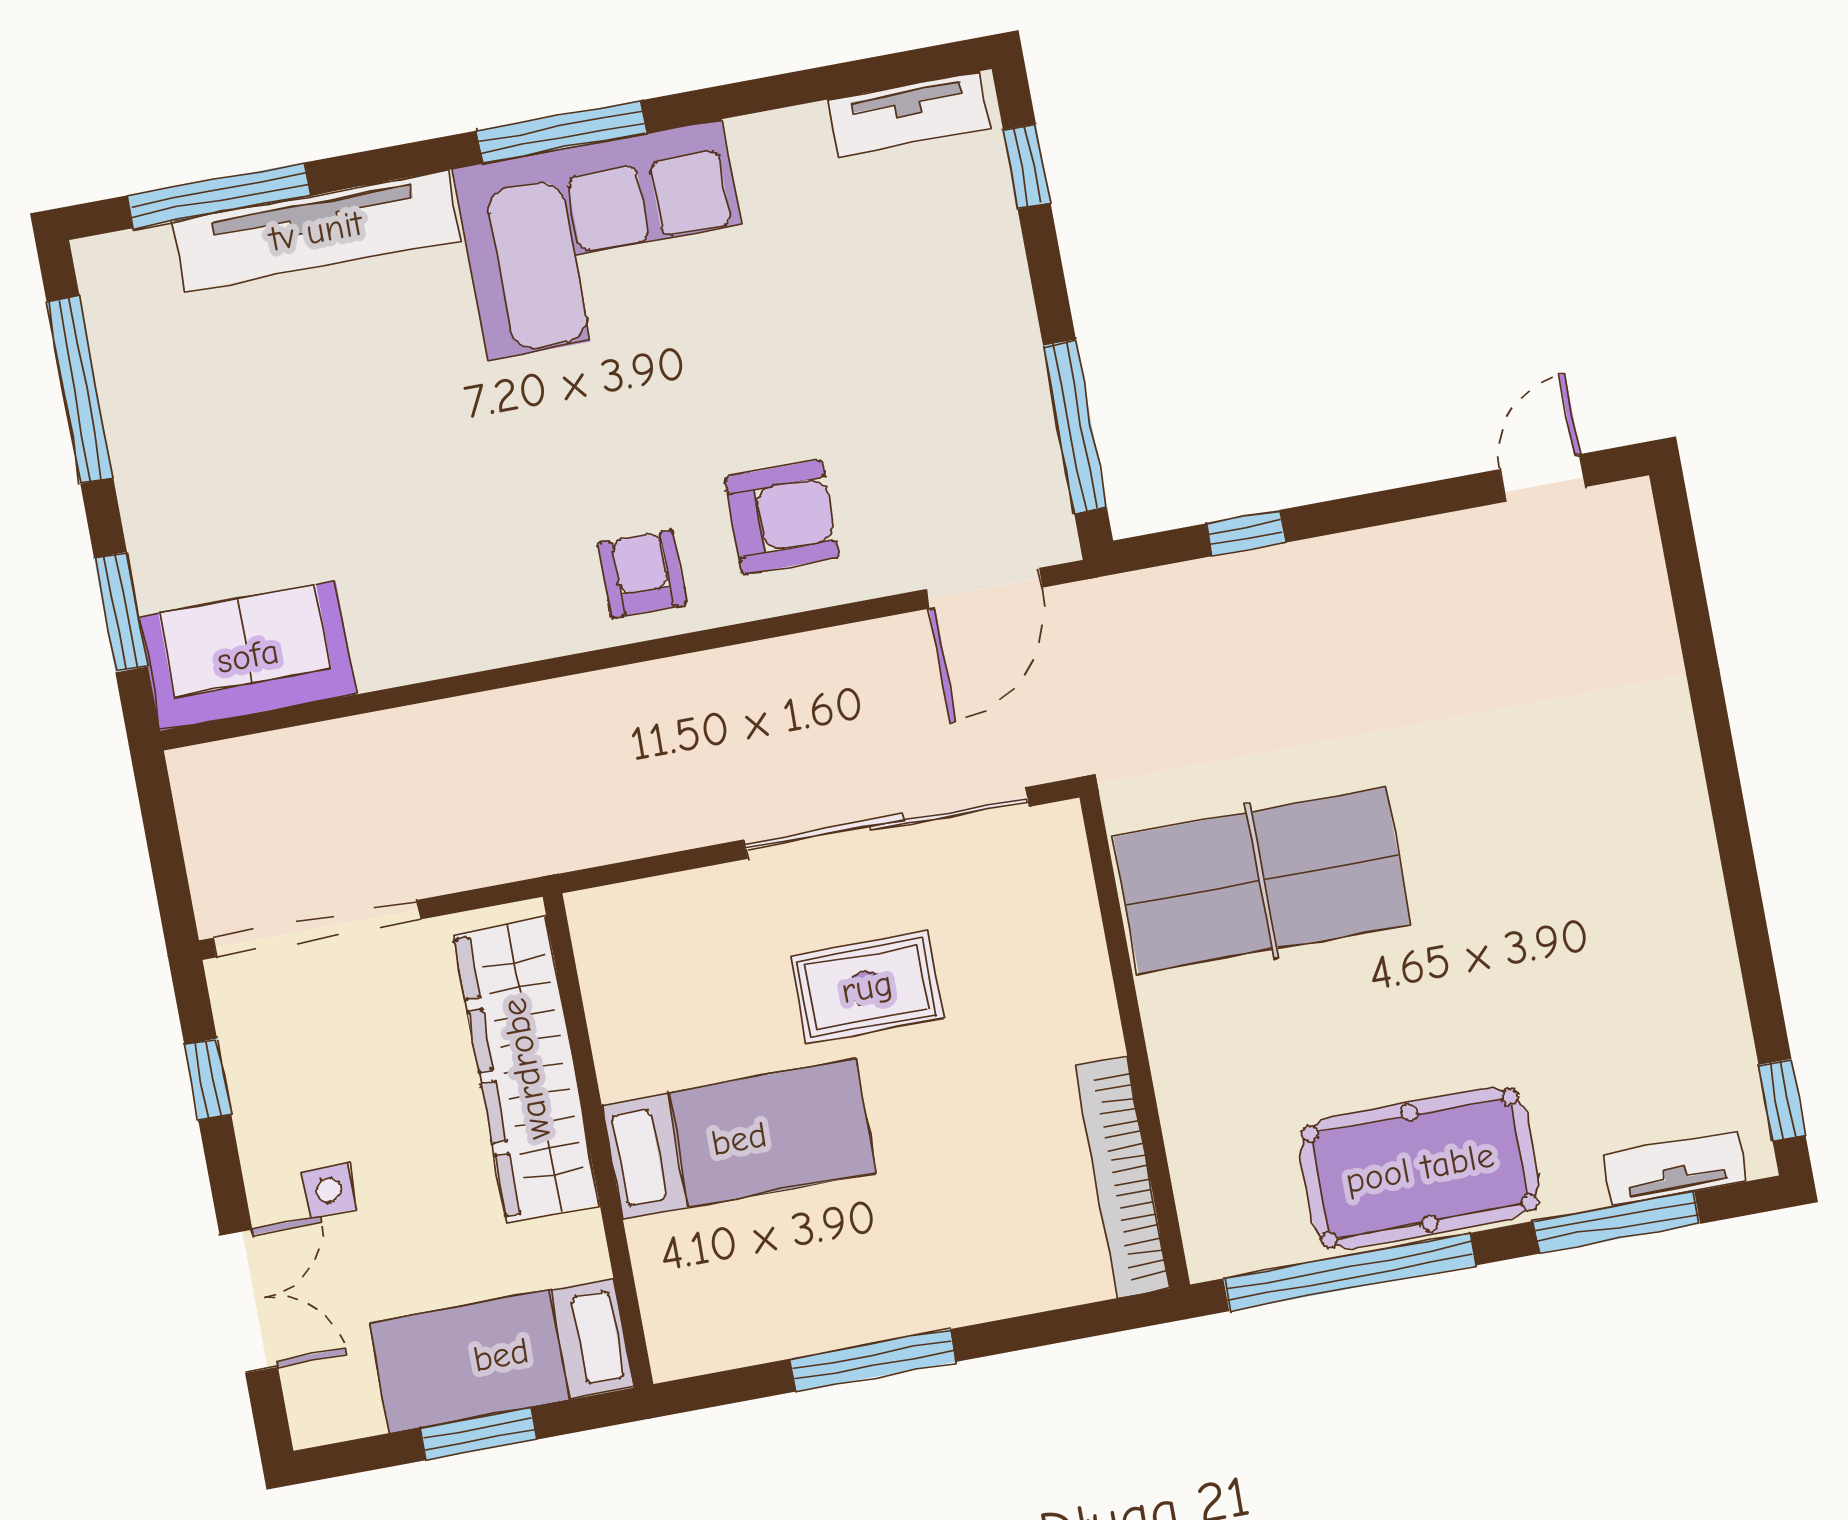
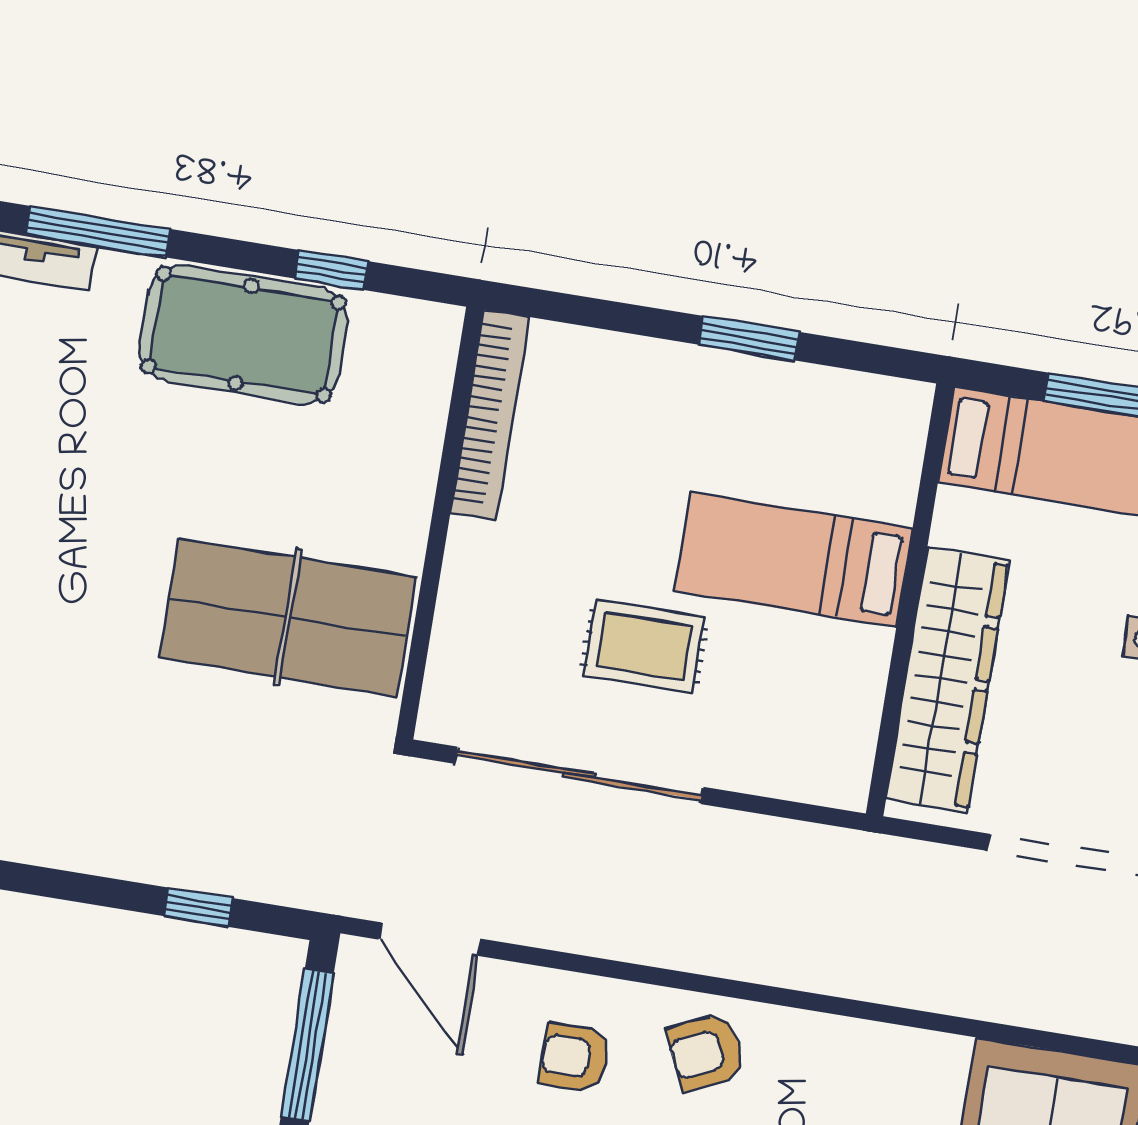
armchair: (782, 517) -> (574, 1057), width x0.72, depth x0.72
armchair: (642, 574) -> (706, 1052), turned 65
door: (984, 588) -> (430, 939), swing flipped
window: (1350, 1272) -> (332, 270), width x0.32
window: (873, 1360) -> (749, 338), width x0.69

